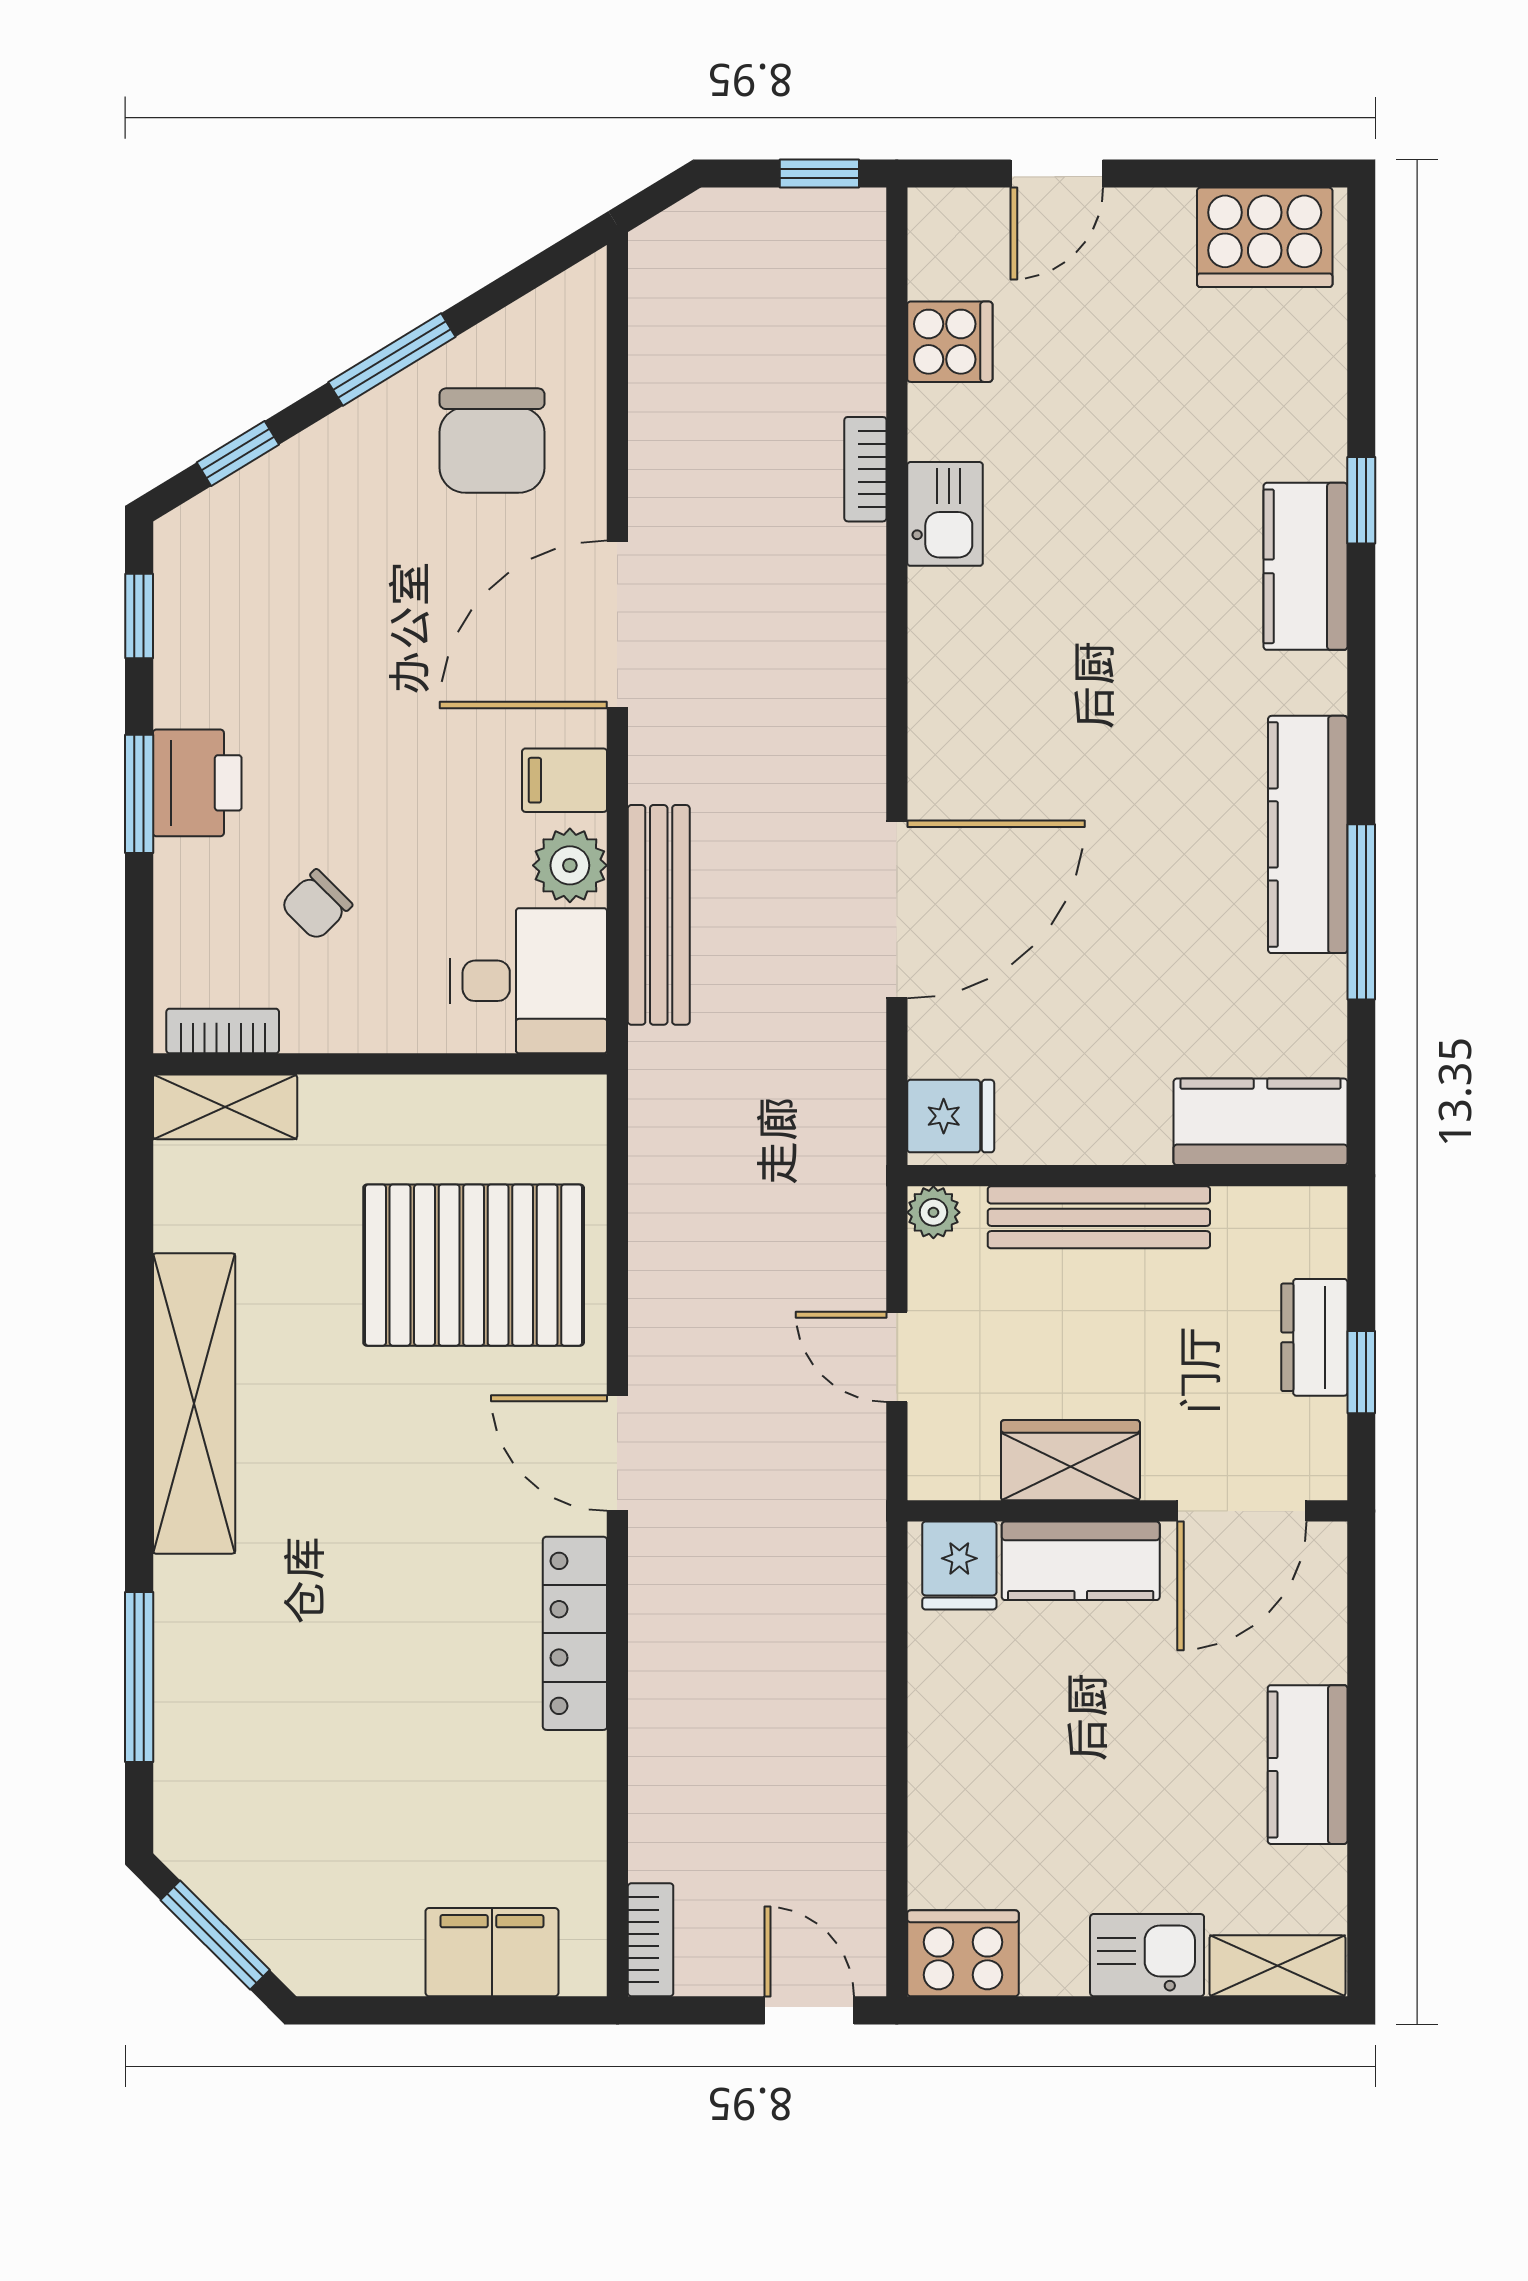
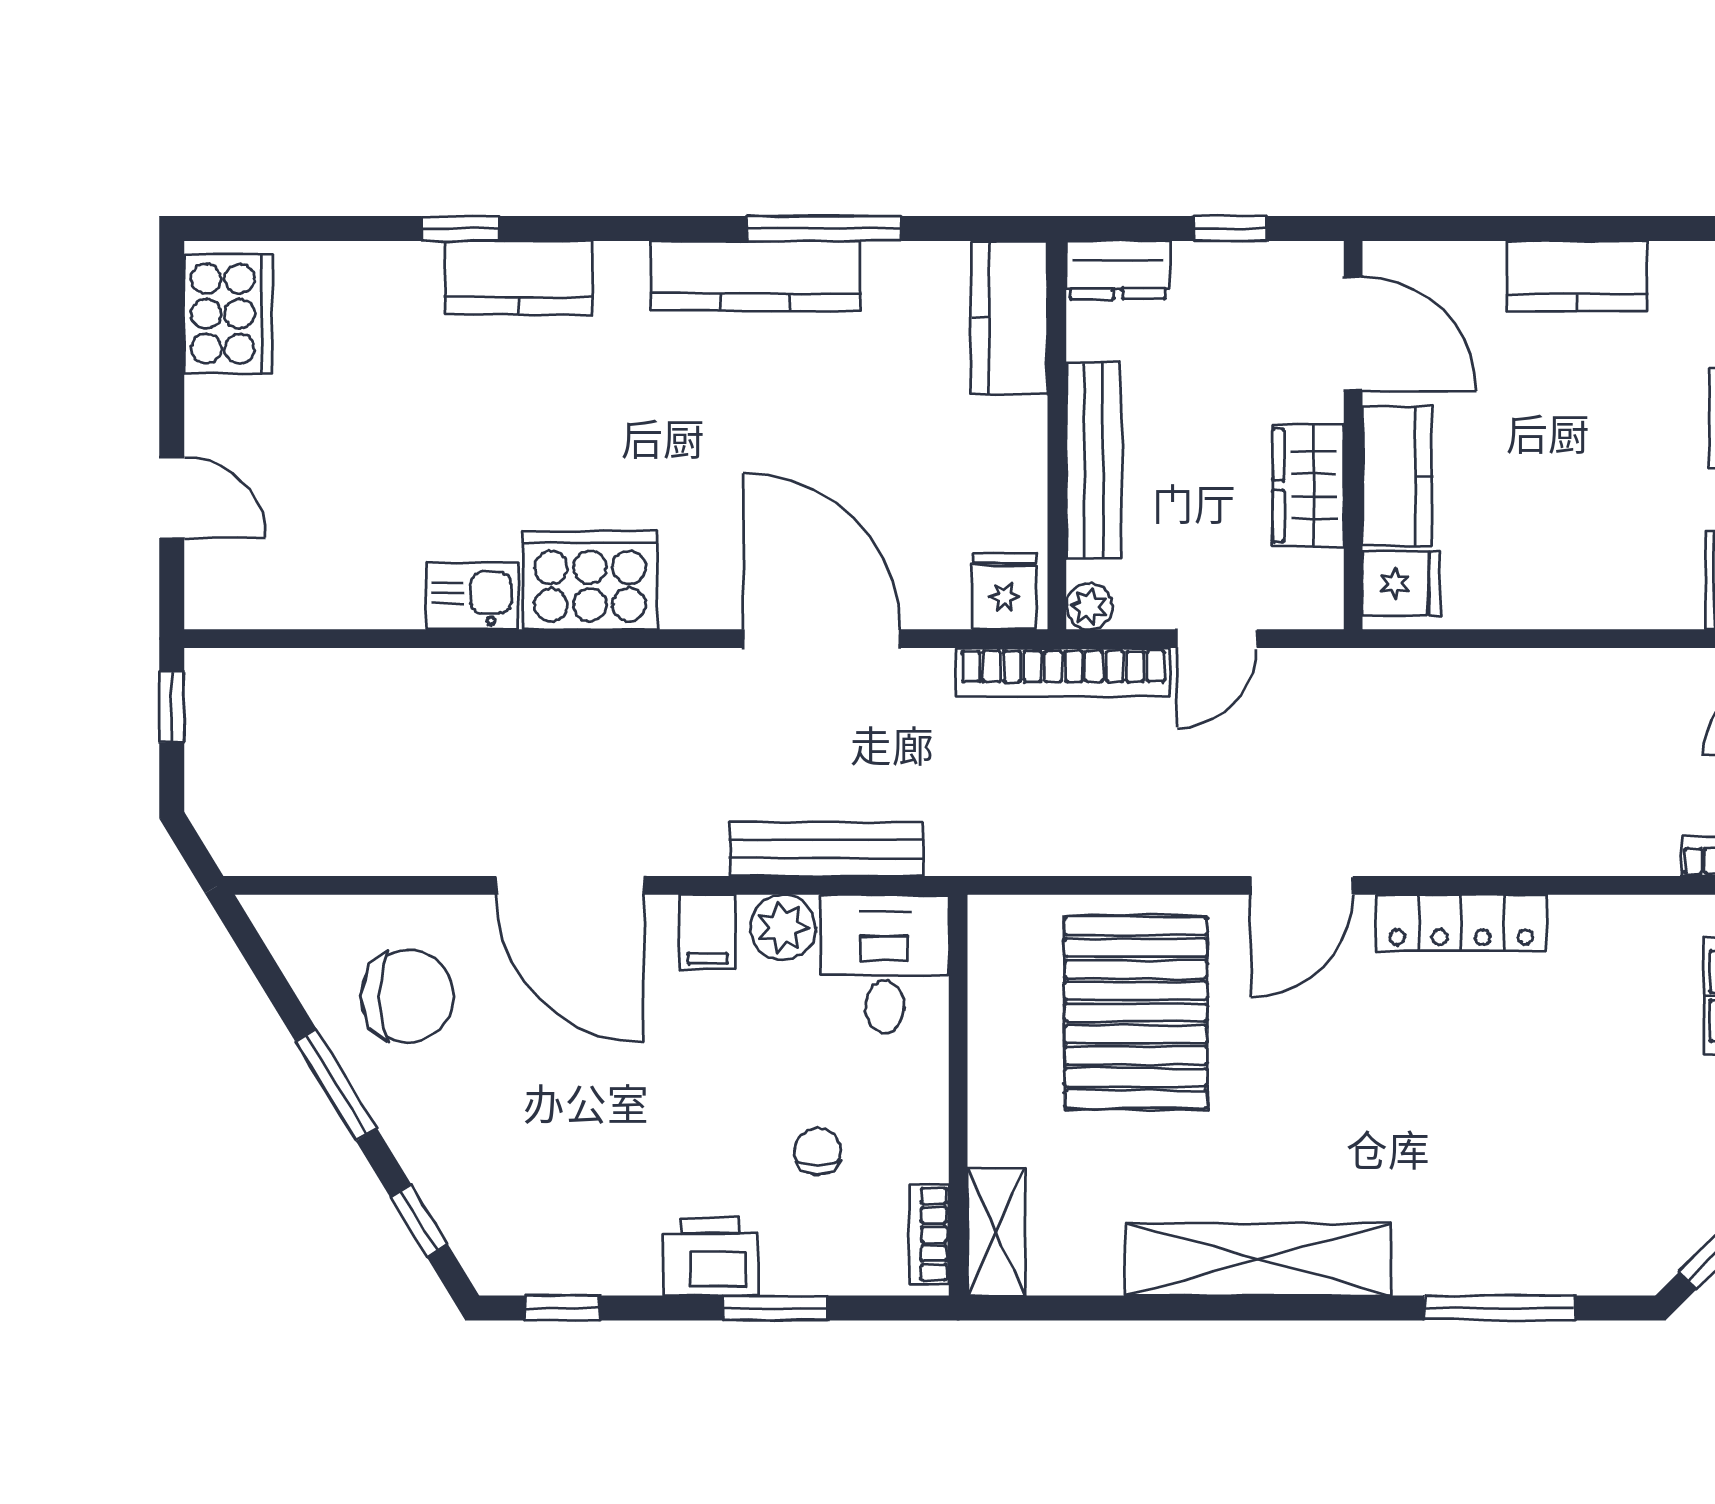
cooker: (950, 342) -> (590, 580), moved, width x1.87, depth x1.31
bookcase: (865, 469) -> (1063, 672), moved, width x2.31, depth x1.31
window: (139, 794) -> (775, 1308), moved
chair: (316, 905) -> (818, 1151), turned -135
dresser: (1314, 1337) -> (1118, 270), moved

